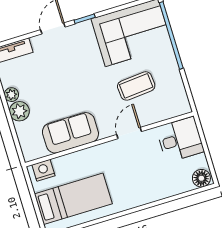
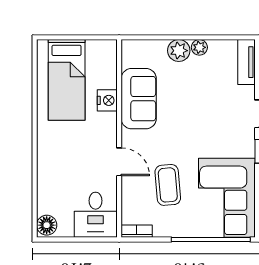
bookcase: (183, 100) -> (137, 231), added
nightstand: (43, 170) -> (107, 100), moved

